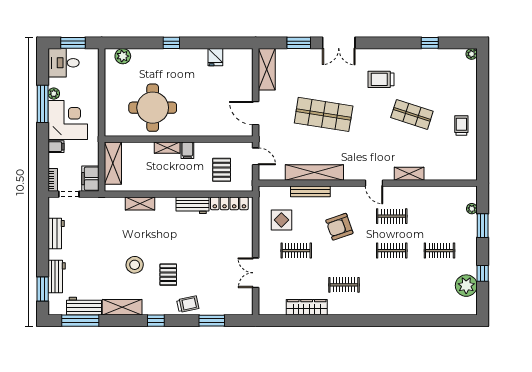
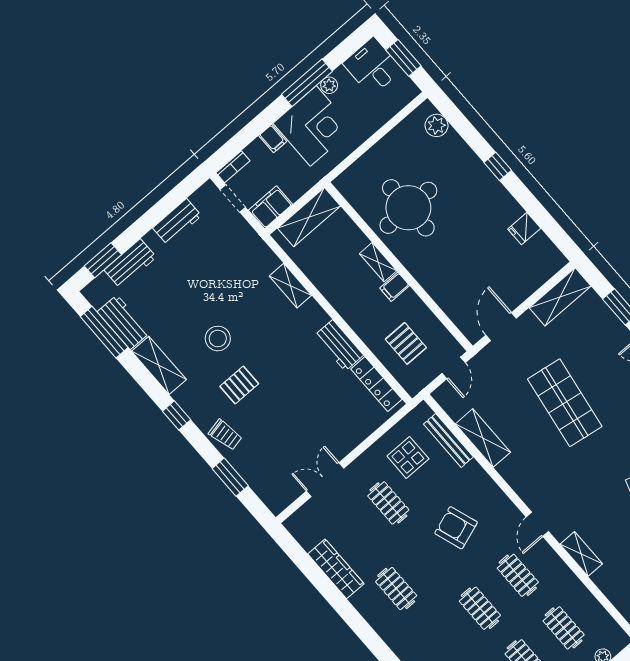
pallet: (222, 170) -> (406, 343), turned 90
shelving: (314, 172) -> (483, 438), width x0.68
bench: (310, 191) -> (448, 440), moved
clothes rail: (439, 216) -> (564, 628), added

